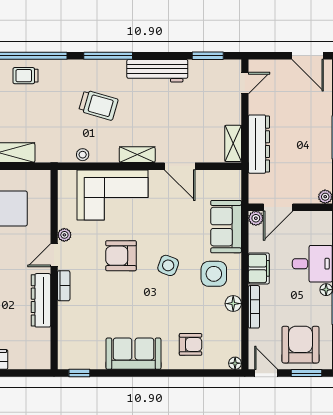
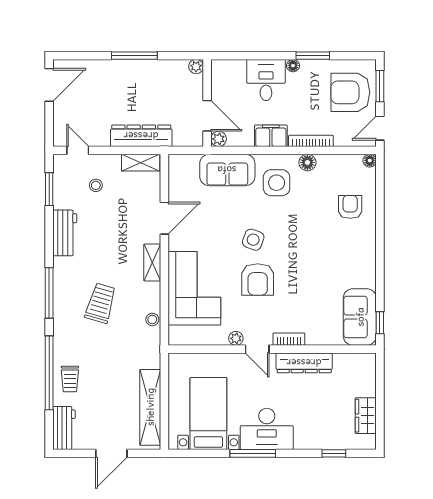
workbench: (157, 71) -> (65, 233), width x0.73
stool: (211, 100) -> (96, 185), added
side table: (168, 265) -> (253, 240), moved
sofa: (133, 354) -> (360, 317), moved

